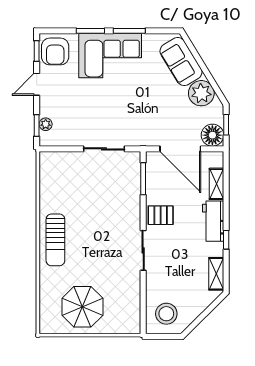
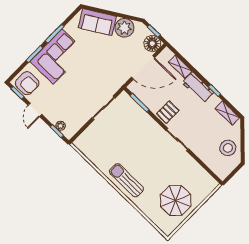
sun lounger: (55, 240) -> (126, 180), turned 180
stool: (166, 314) -> (228, 148), moved

